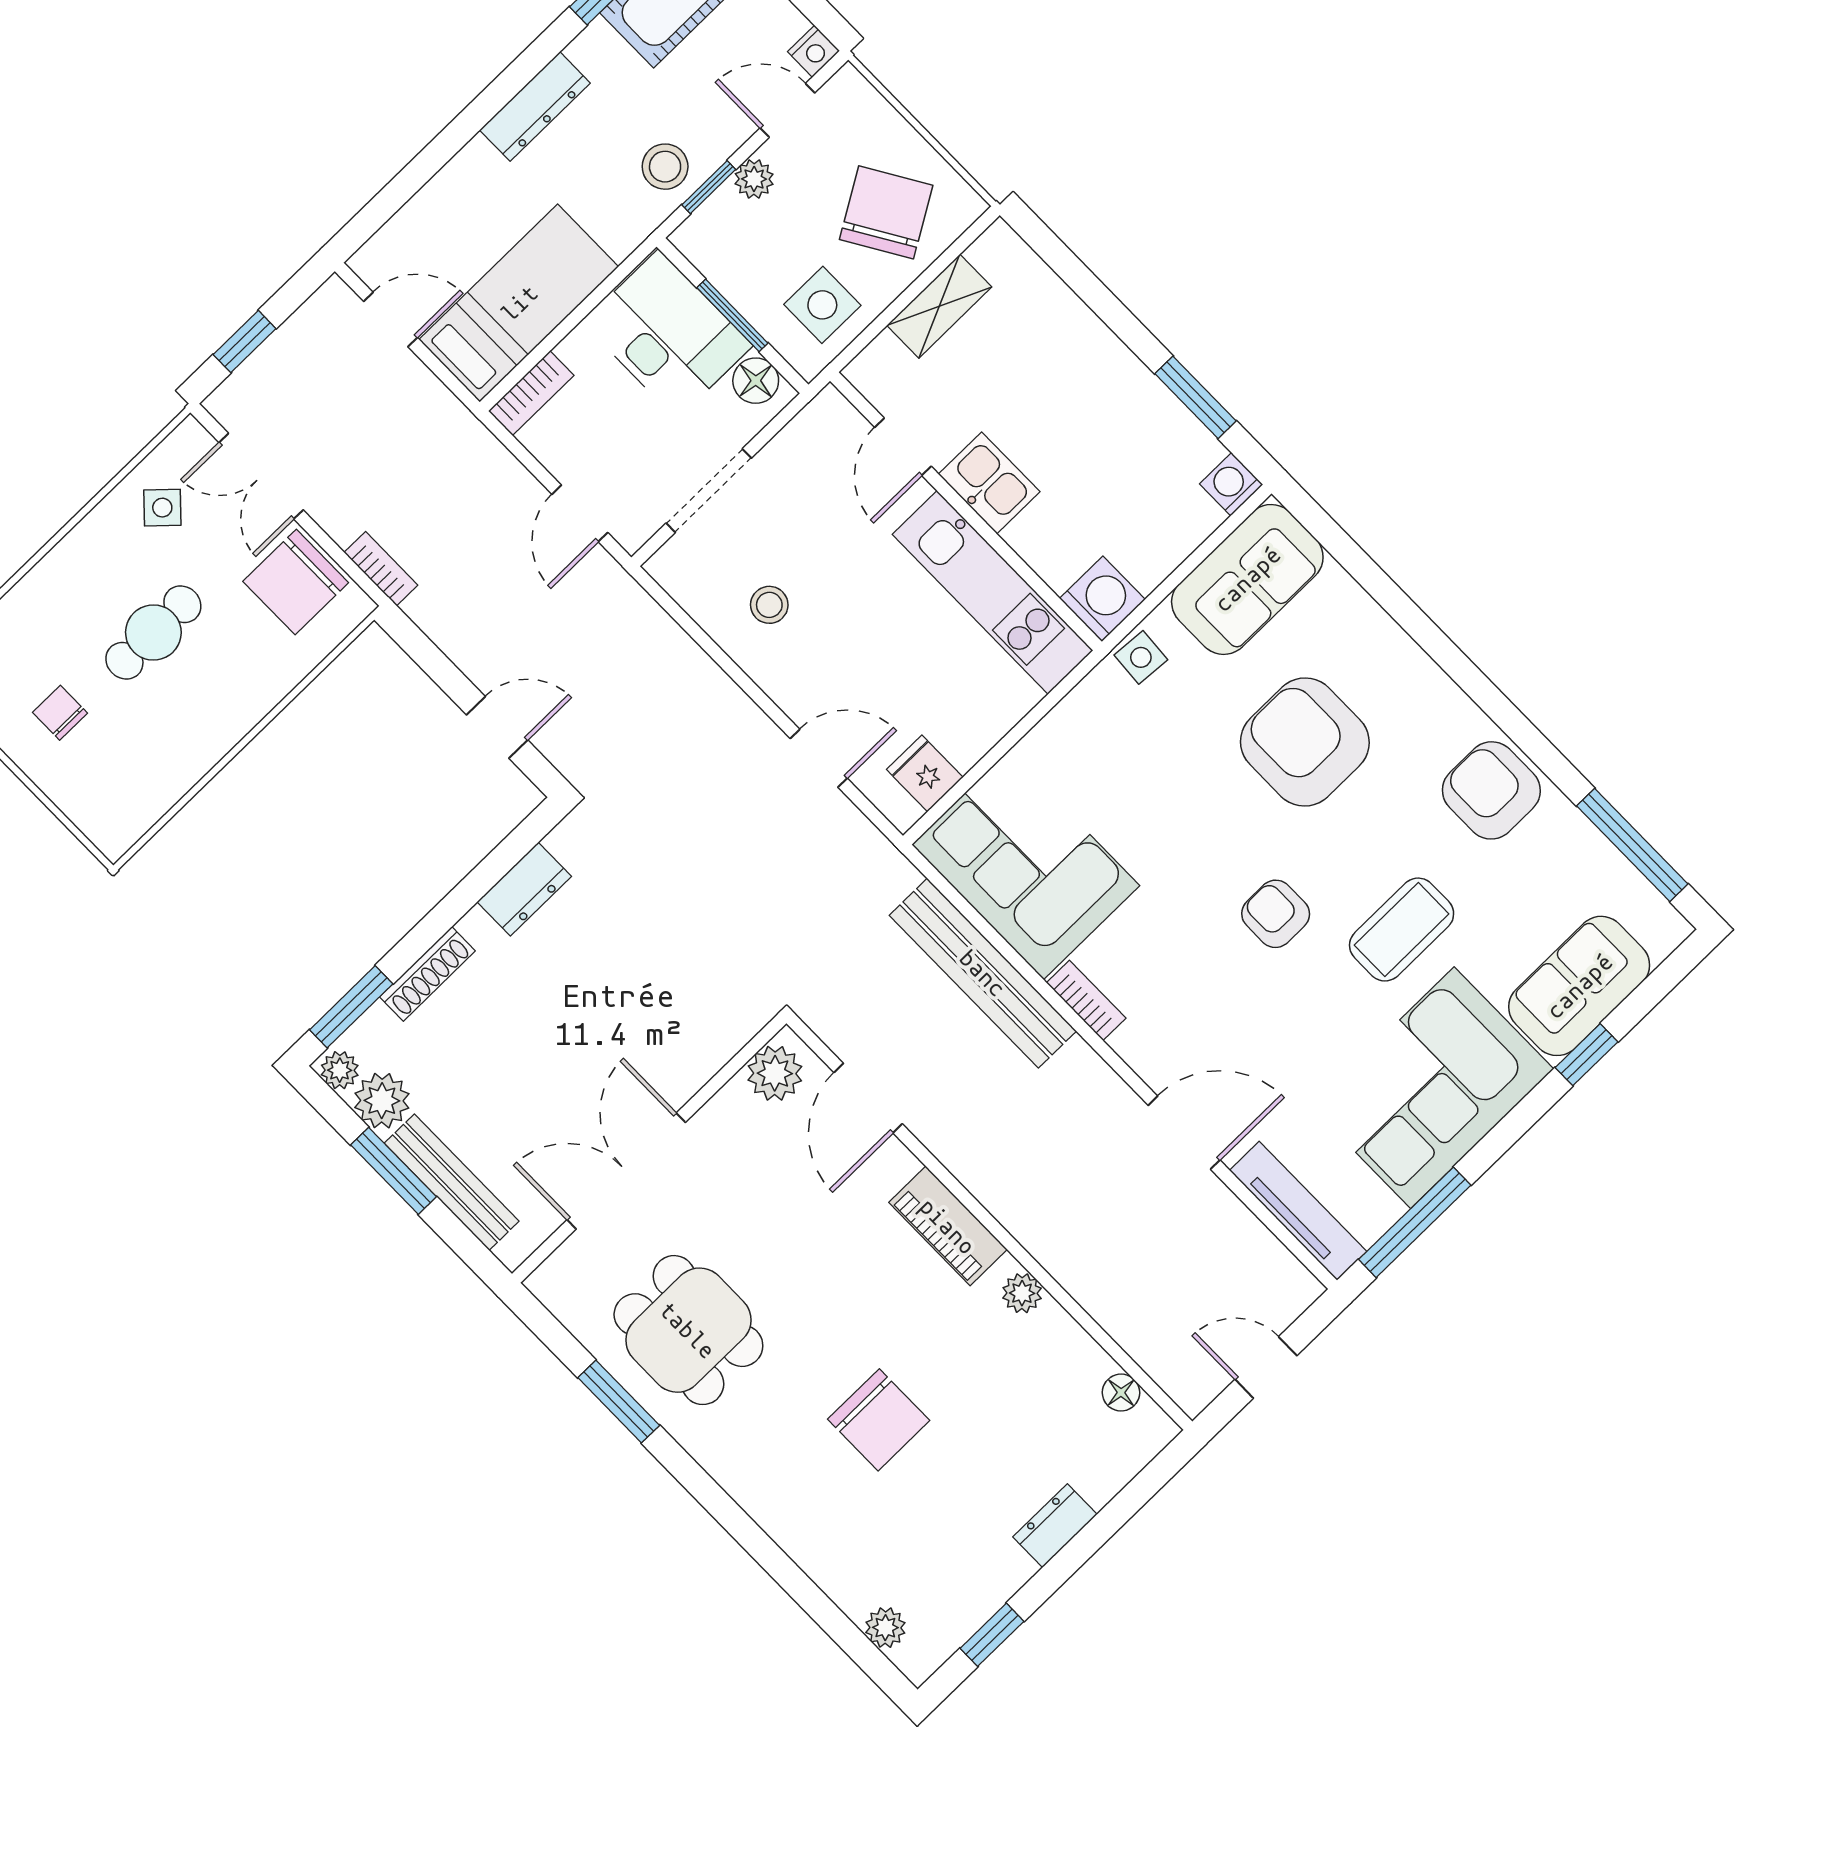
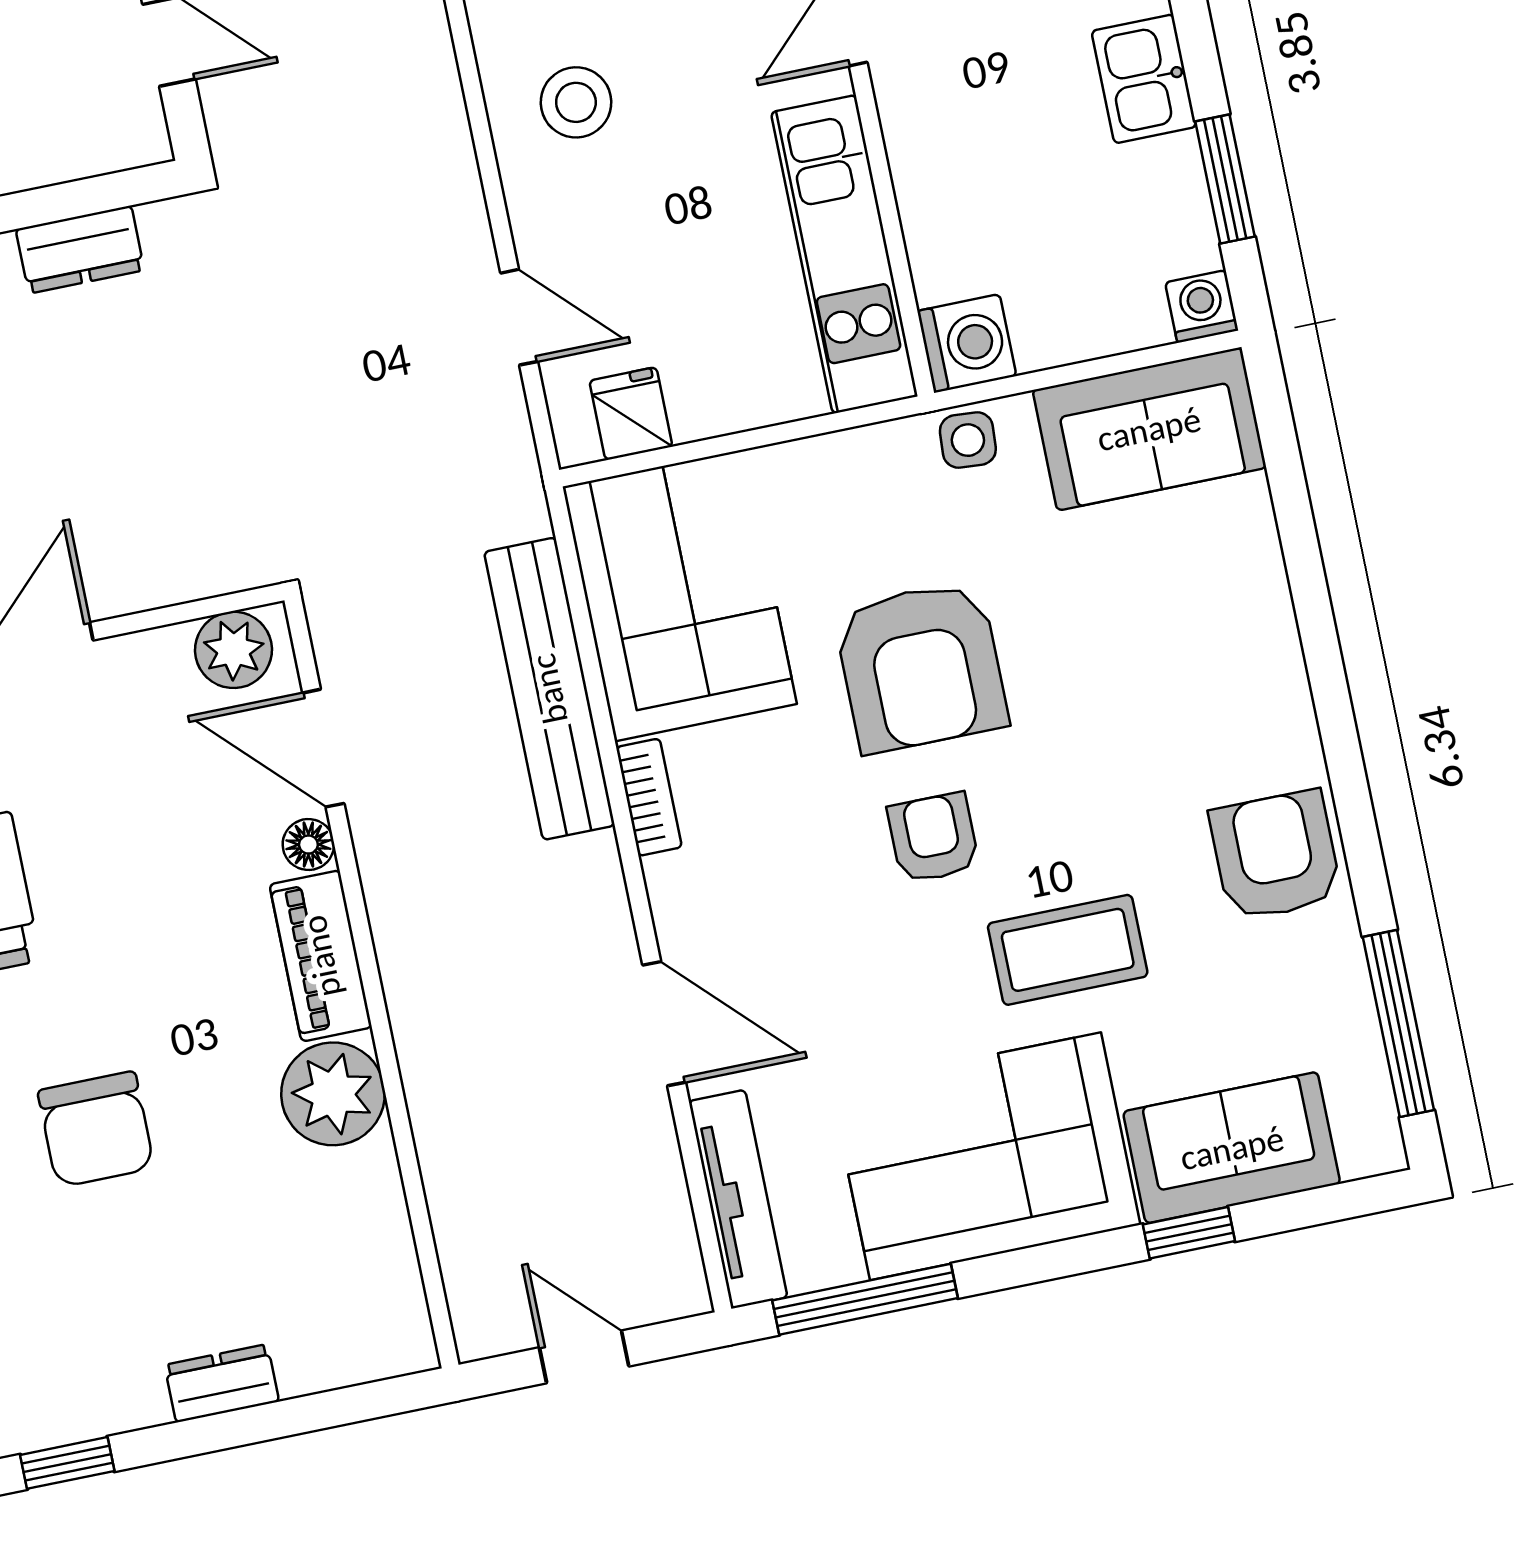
kitchen sink: (989, 483) -> (1144, 79), moved, turned 180
stool: (769, 605) -> (576, 102), width x1.37, depth x1.37
armchair: (1305, 742) -> (921, 667), moved, turned 180
door: (868, 1098) -> (323, 748), hinge flipped
plant: (1022, 1293) -> (333, 1094), width x1.87, depth x1.87
floor lamp: (1121, 1393) -> (308, 845), moved

